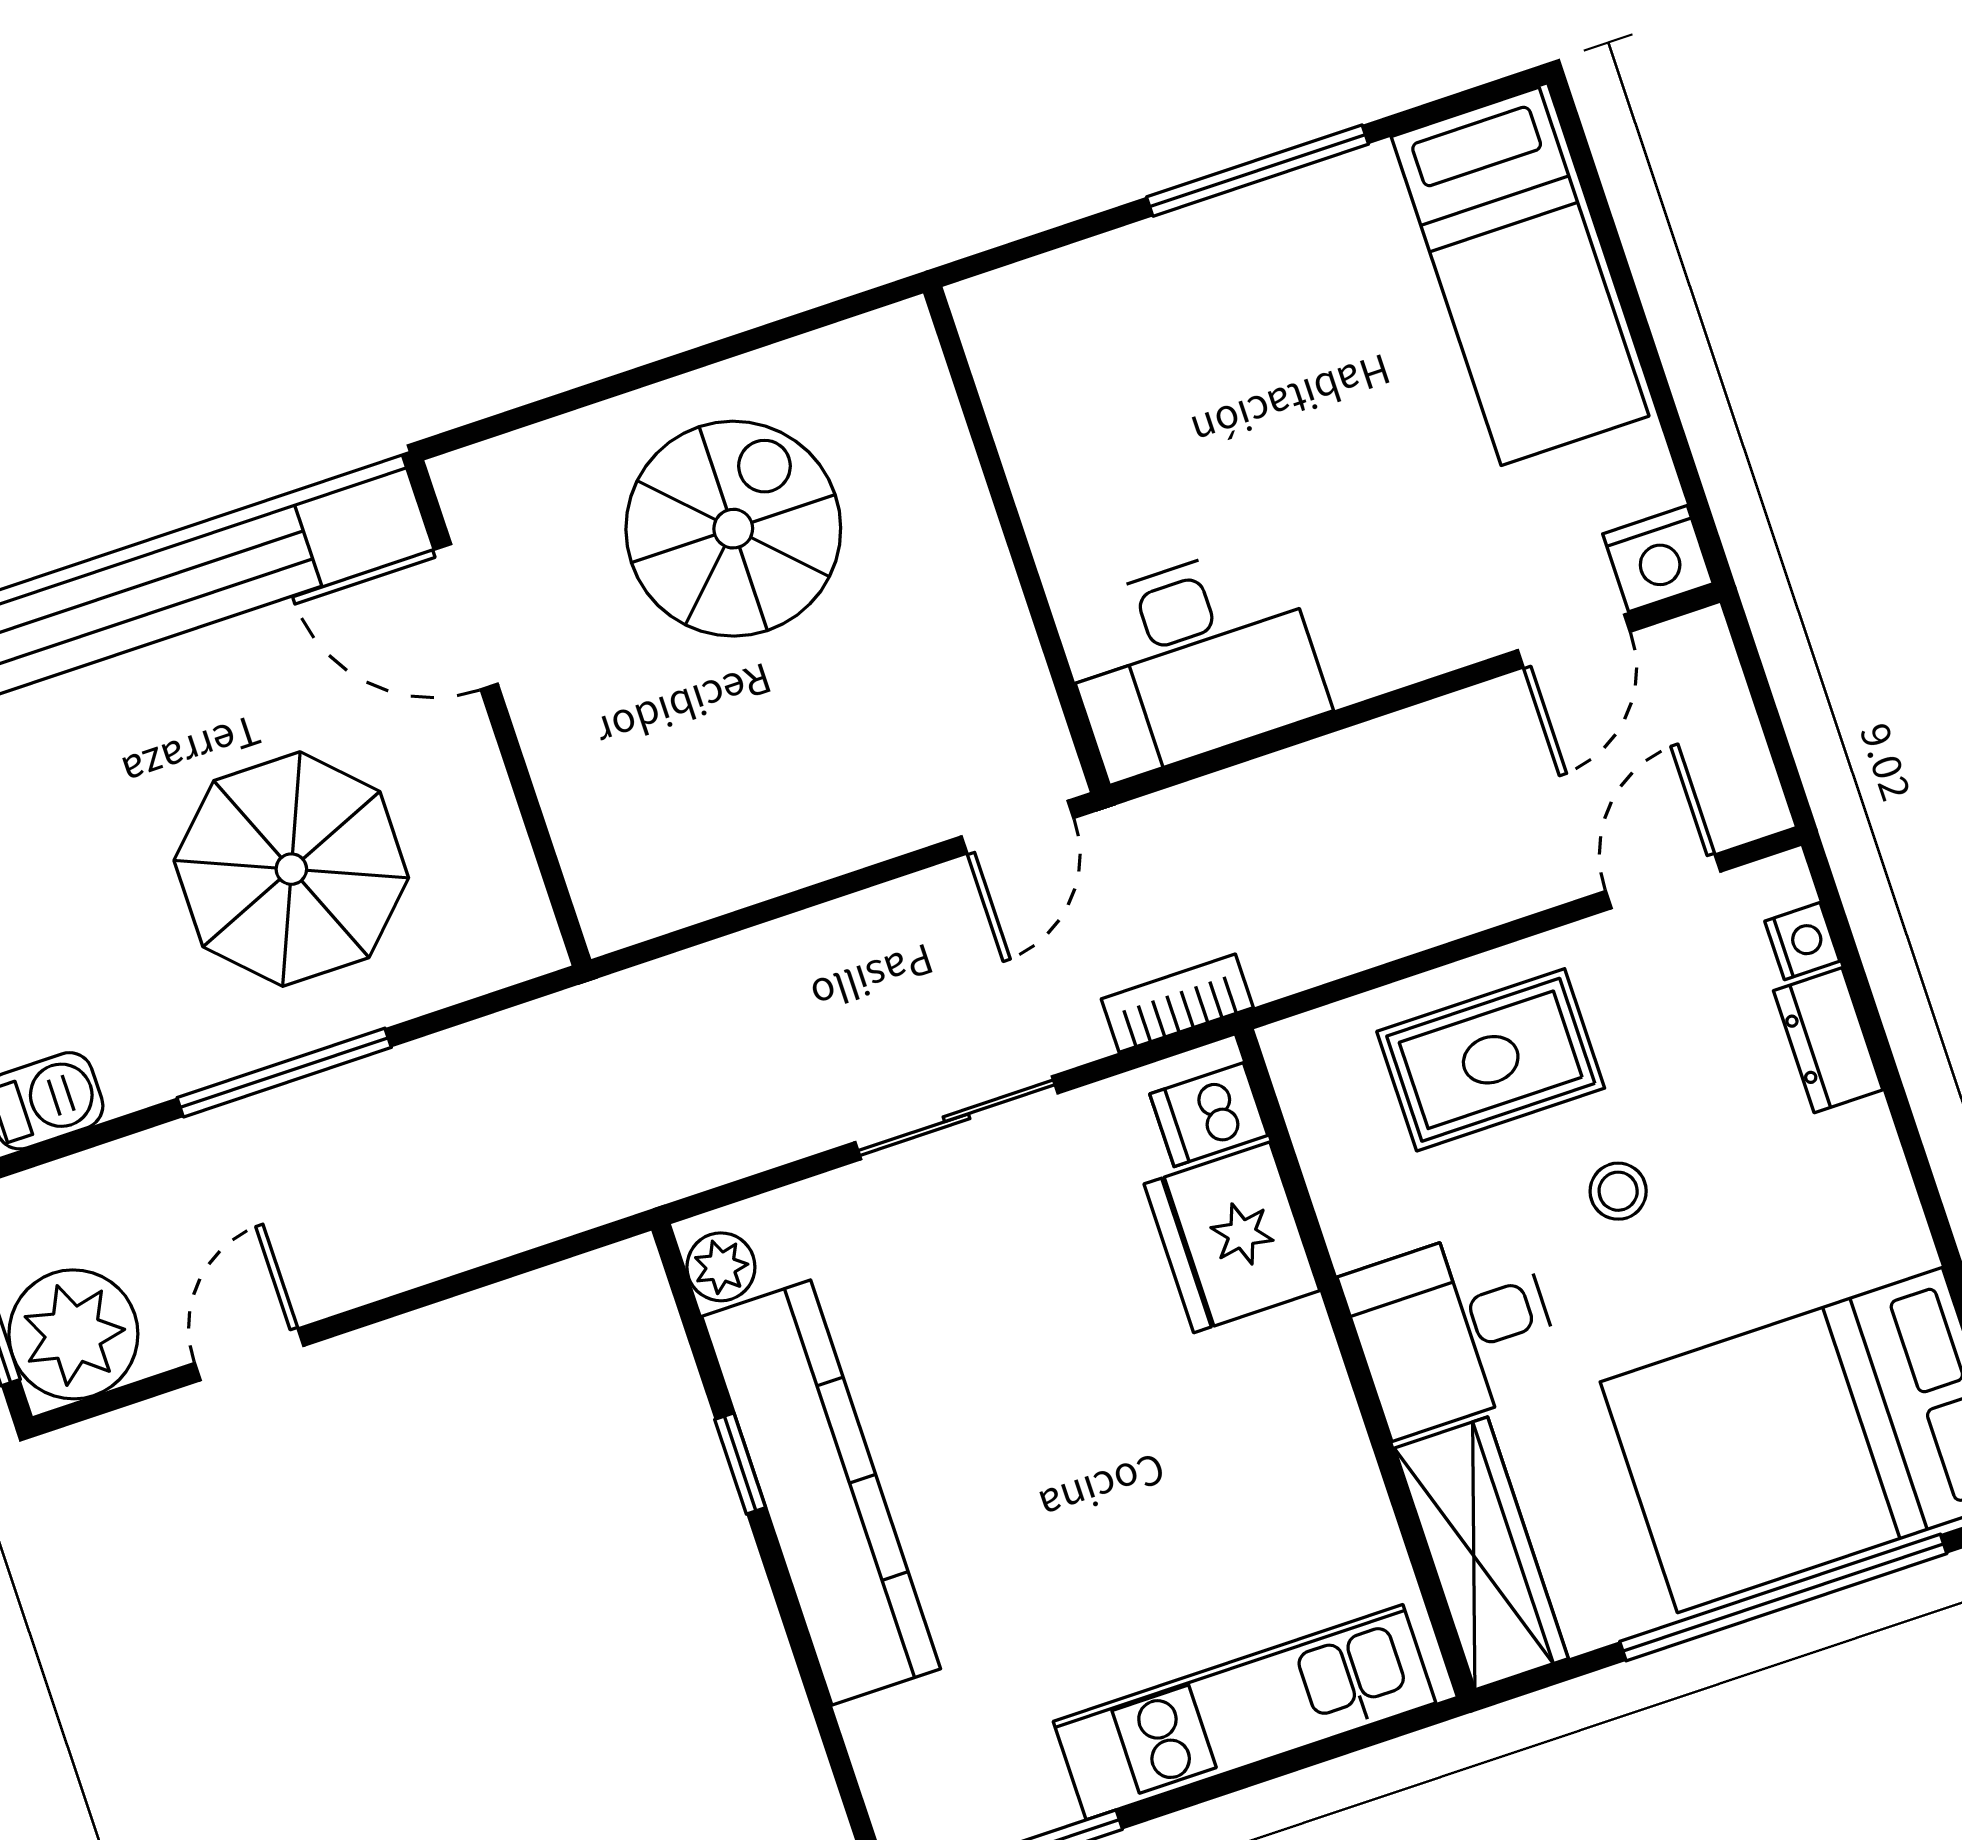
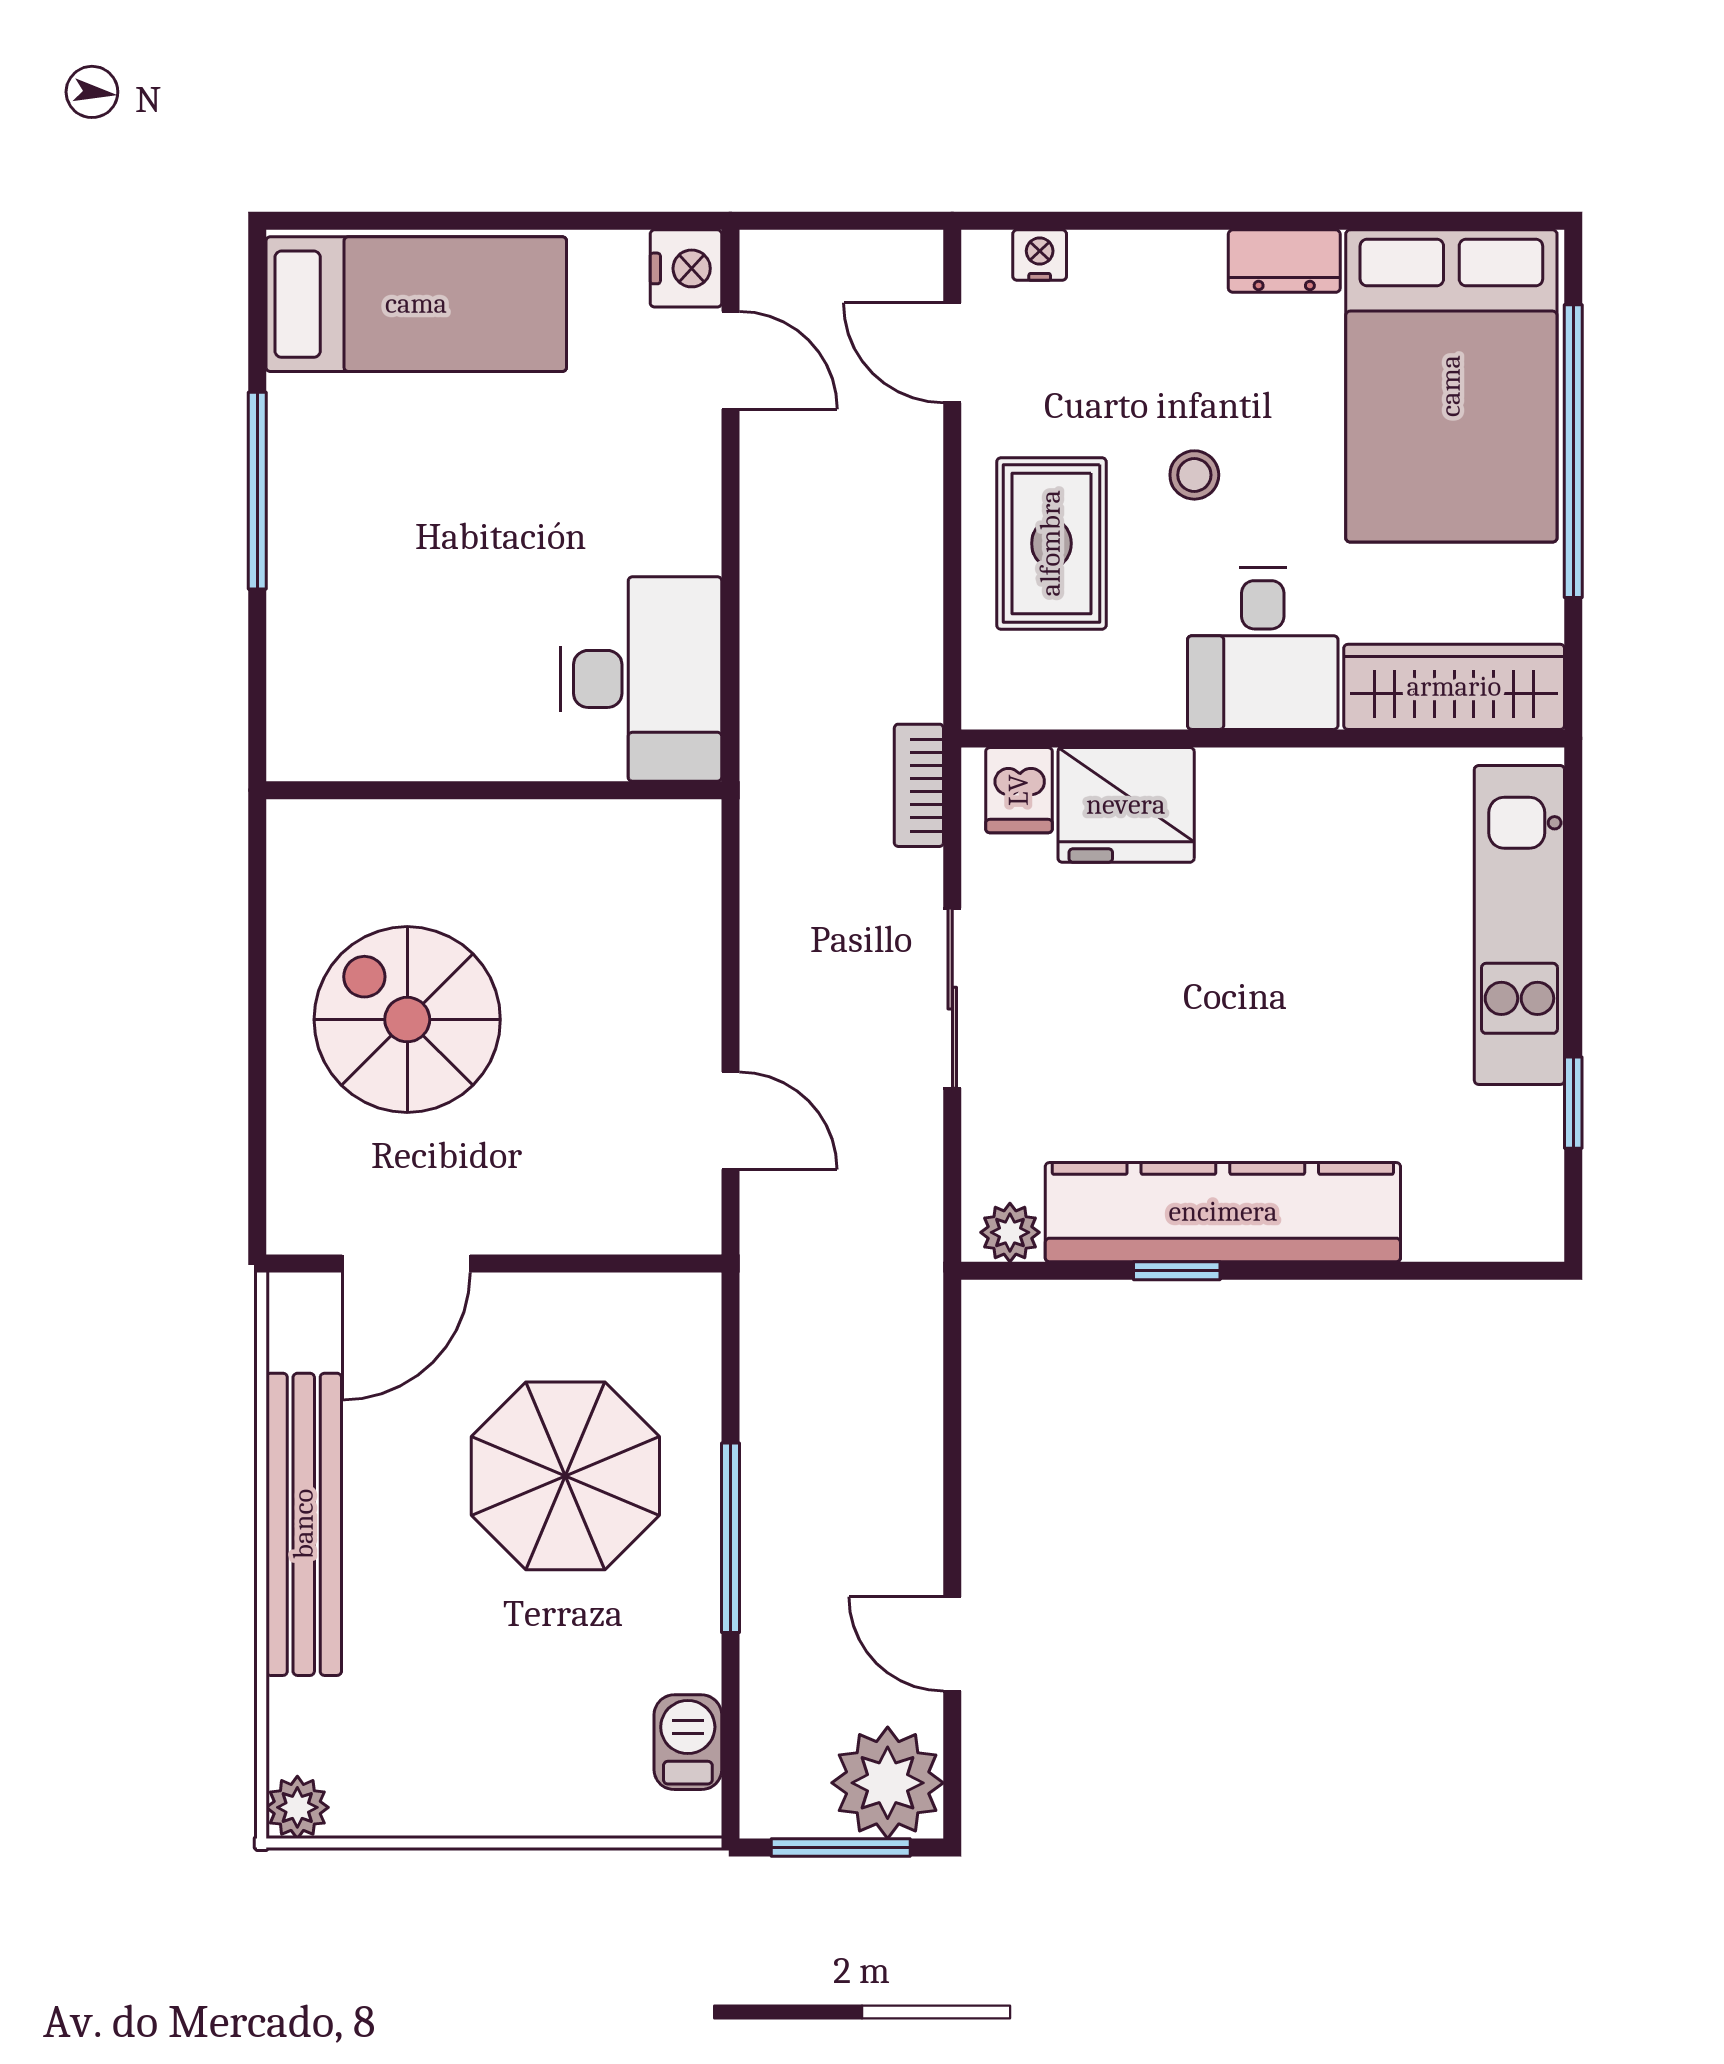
door: (1018, 827) -> (730, 1121), moved
dresser: (1828, 1040) -> (1284, 261), moved

